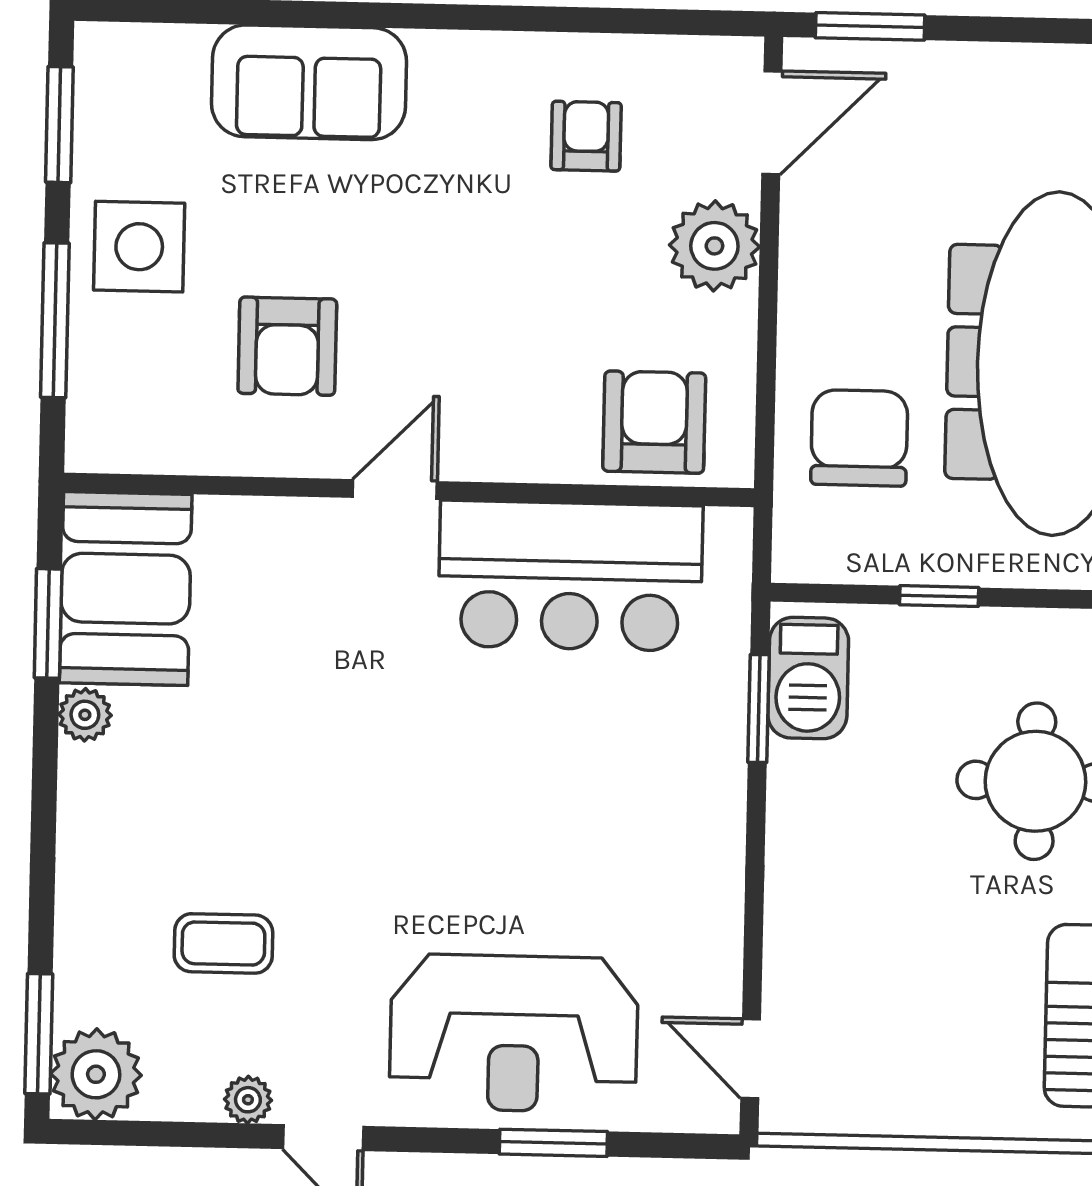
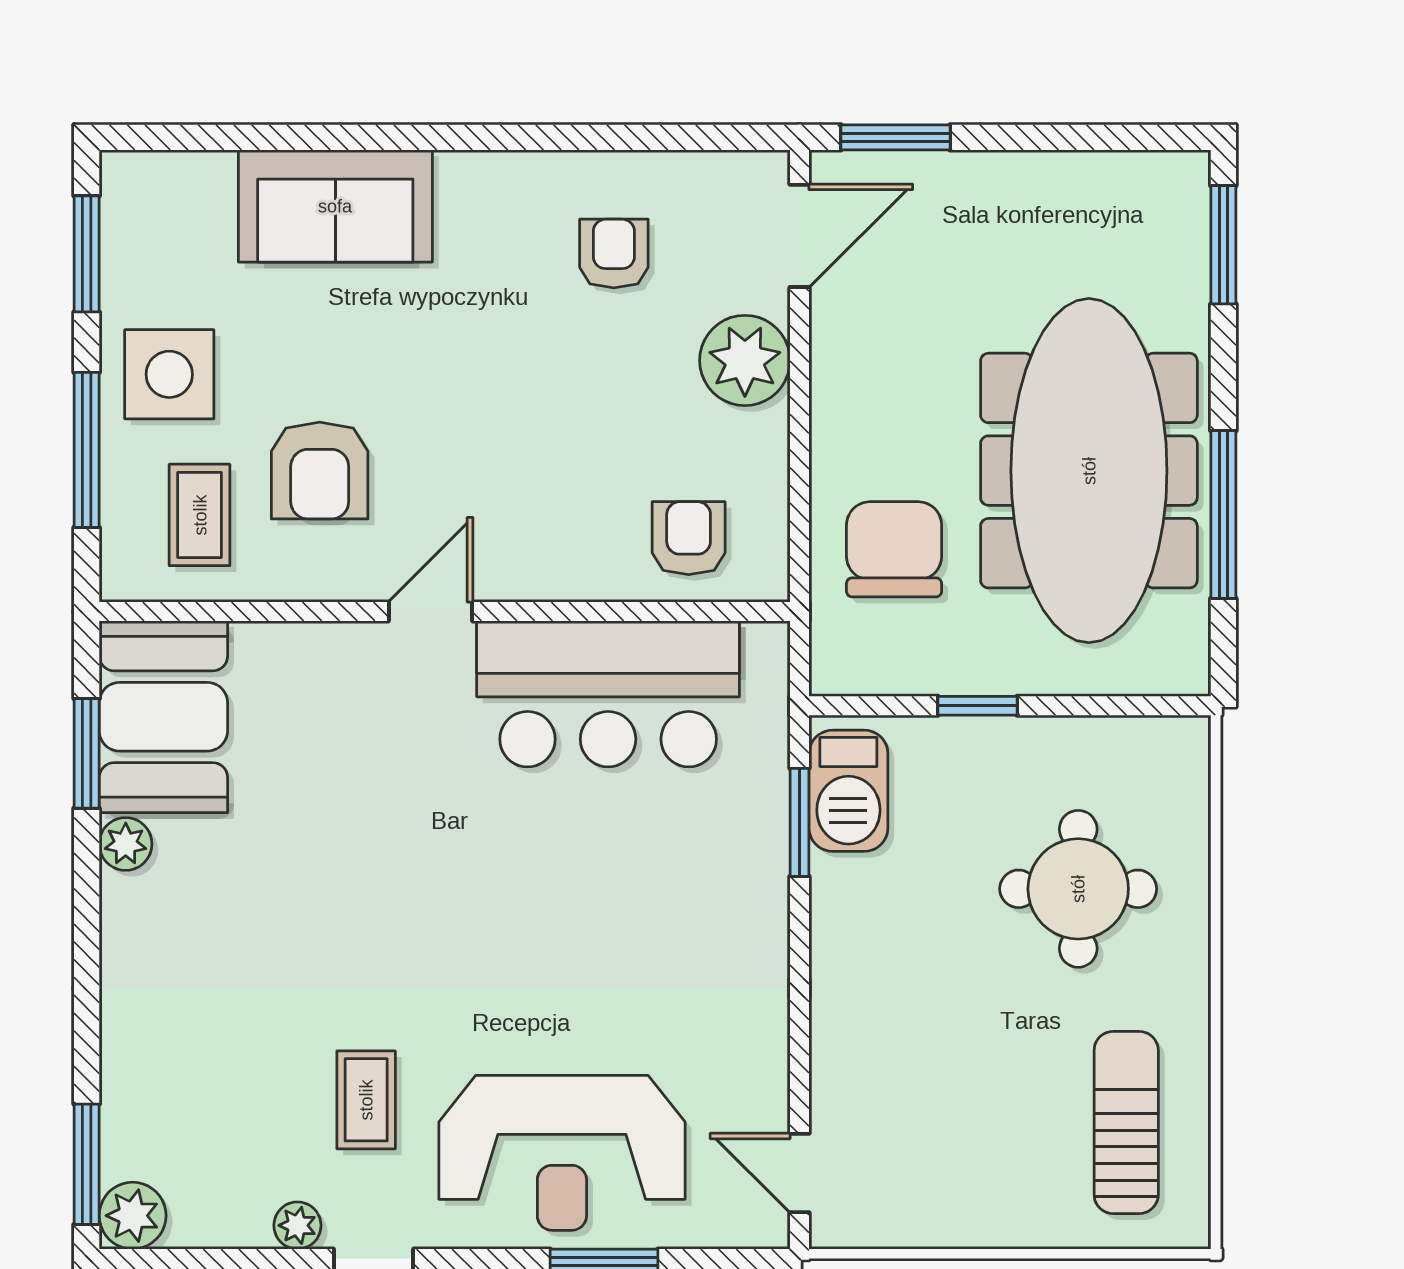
coffee table: (166, 388) -> (200, 515), added
armchair: (654, 422) -> (689, 538), width x0.72, depth x0.72
coffee table: (223, 943) -> (366, 1100), moved, turned 90
plant: (96, 1074) -> (133, 1216), width x0.73, depth x0.73

